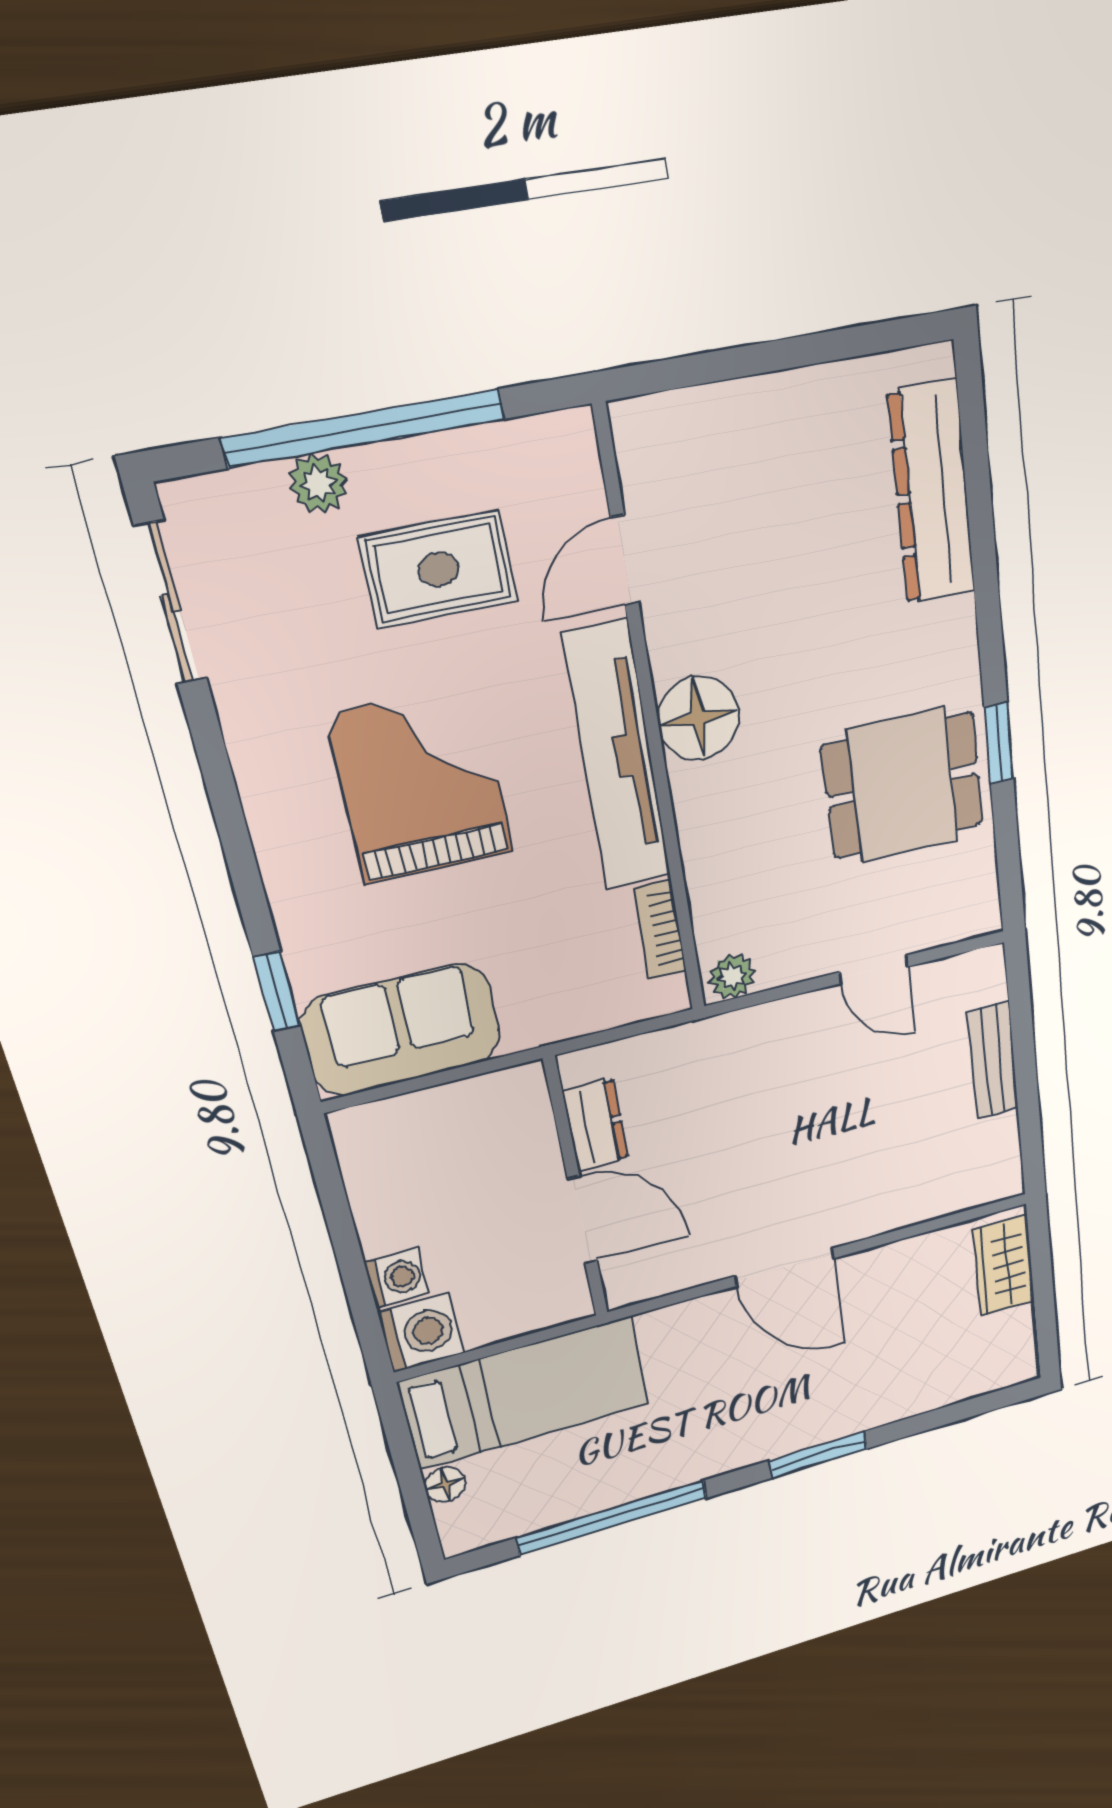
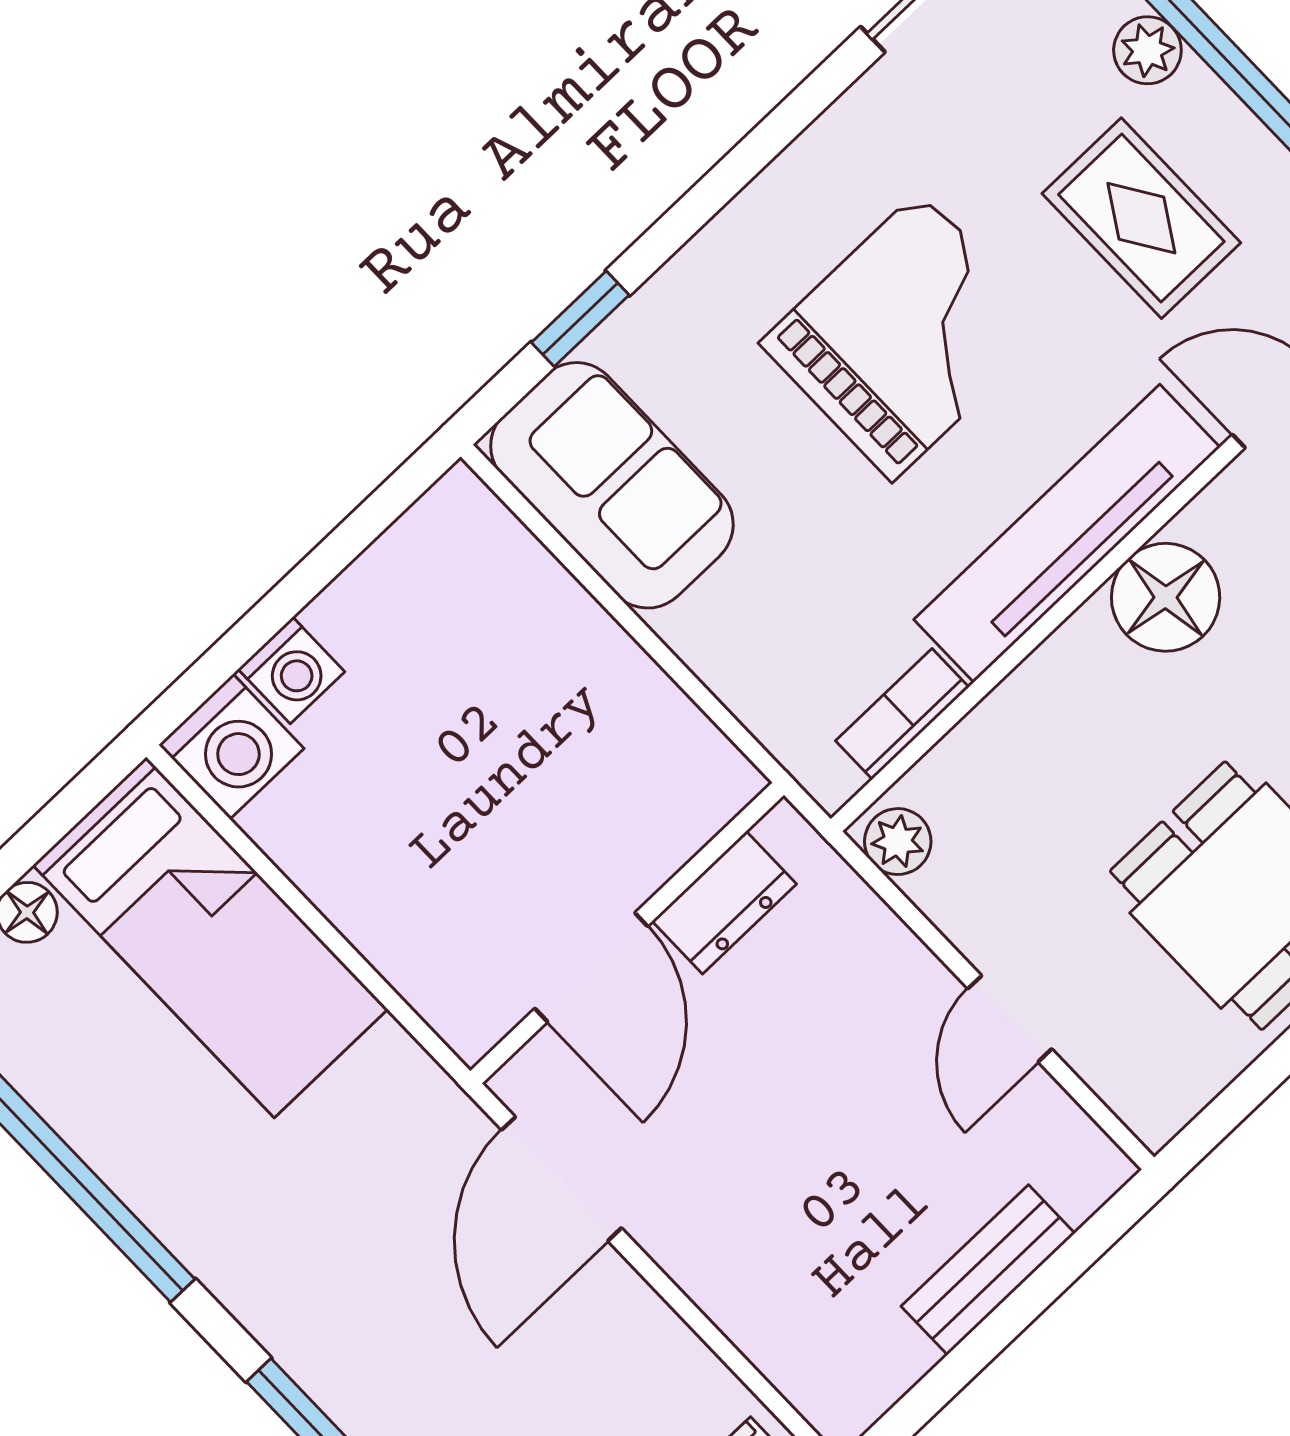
dresser: (595, 1125) -> (724, 902), moved
wall: (576, 1190) -> (627, 933), moved
door: (582, 1220) -> (591, 967), moved

